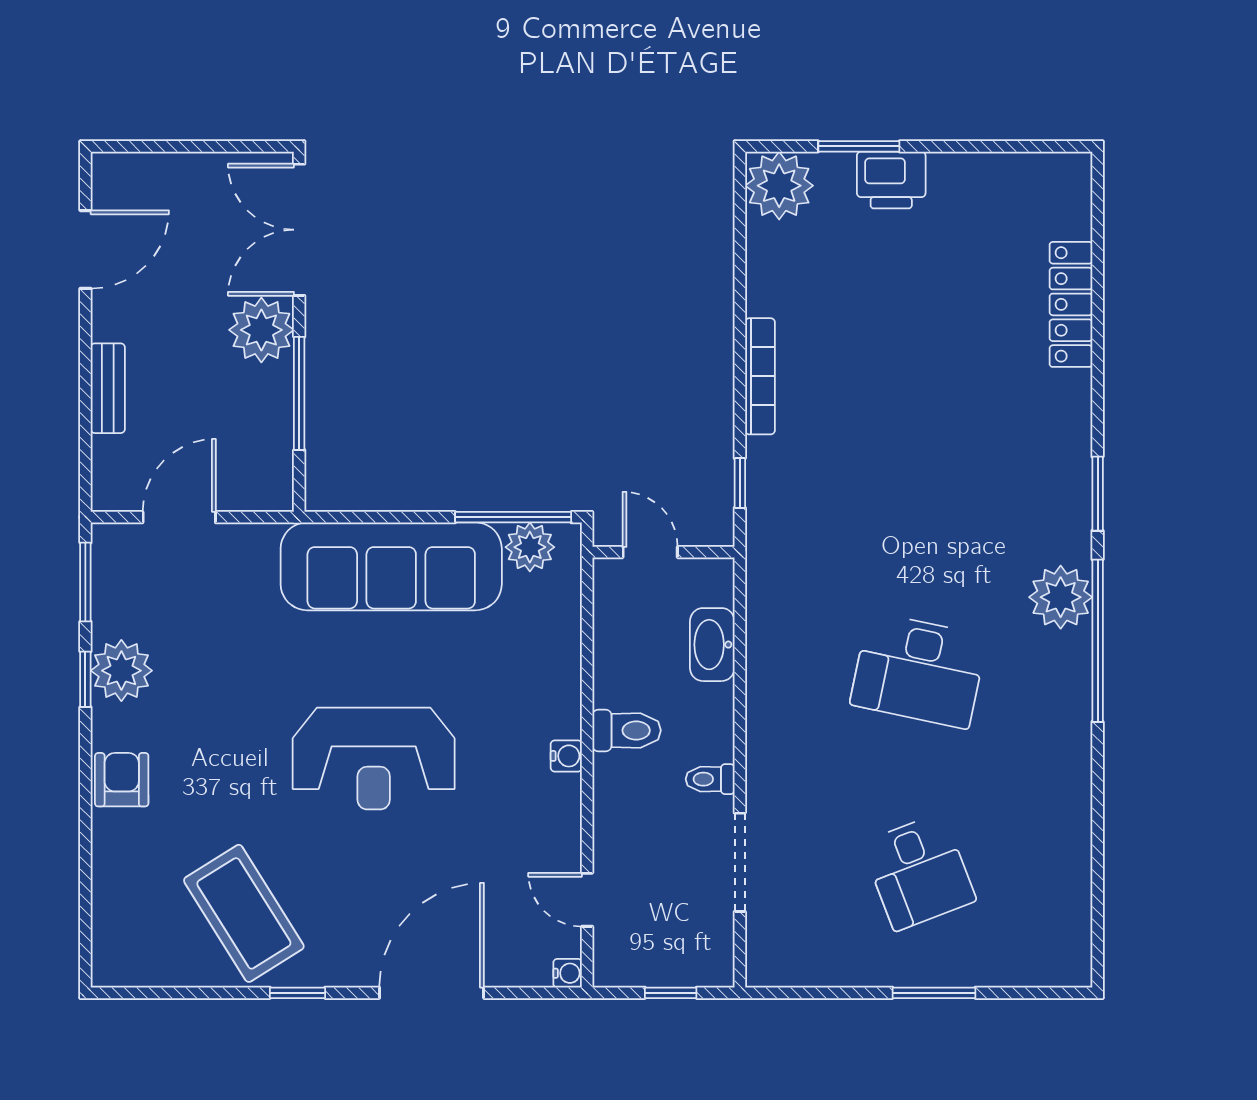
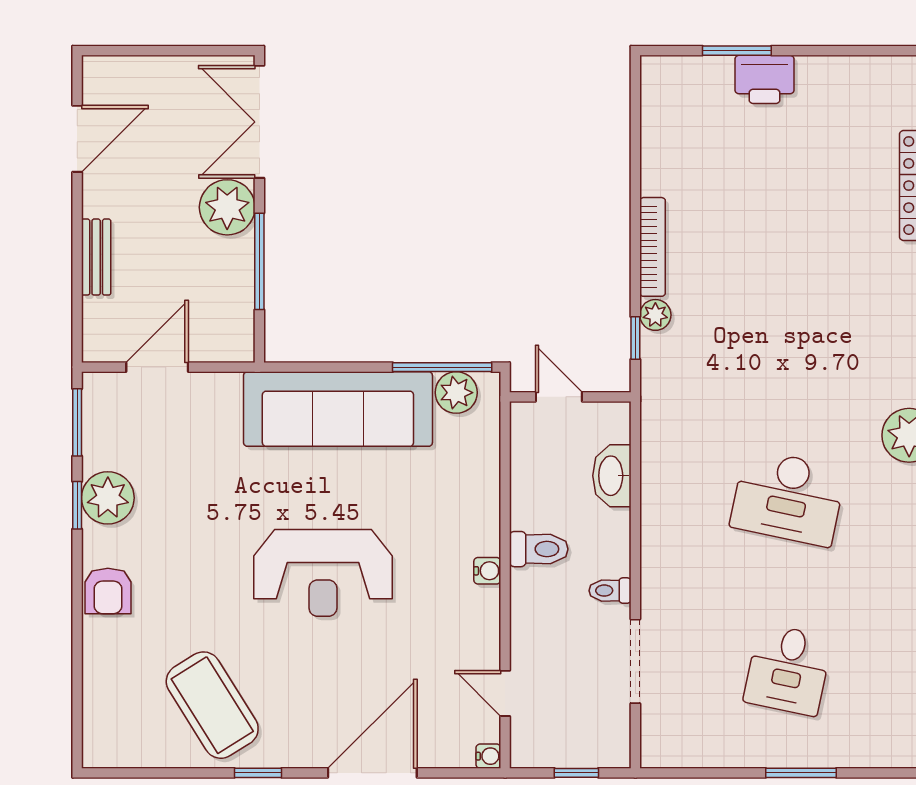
plant: (779, 186) -> (655, 315), moved, width x0.53, depth x0.53
armchair: (122, 780) -> (108, 591), turned 180
desk: (919, 872) -> (788, 670), turned 33

